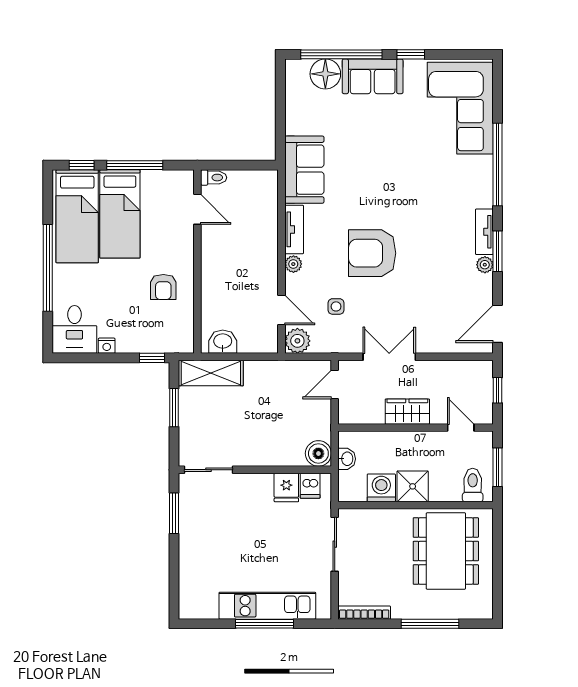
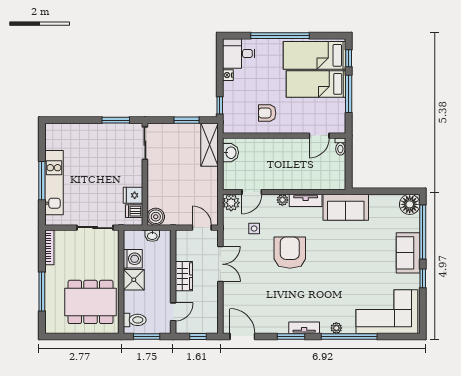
floor lamp: (325, 74) -> (410, 204), moved
plant: (485, 265) -> (336, 328), moved

